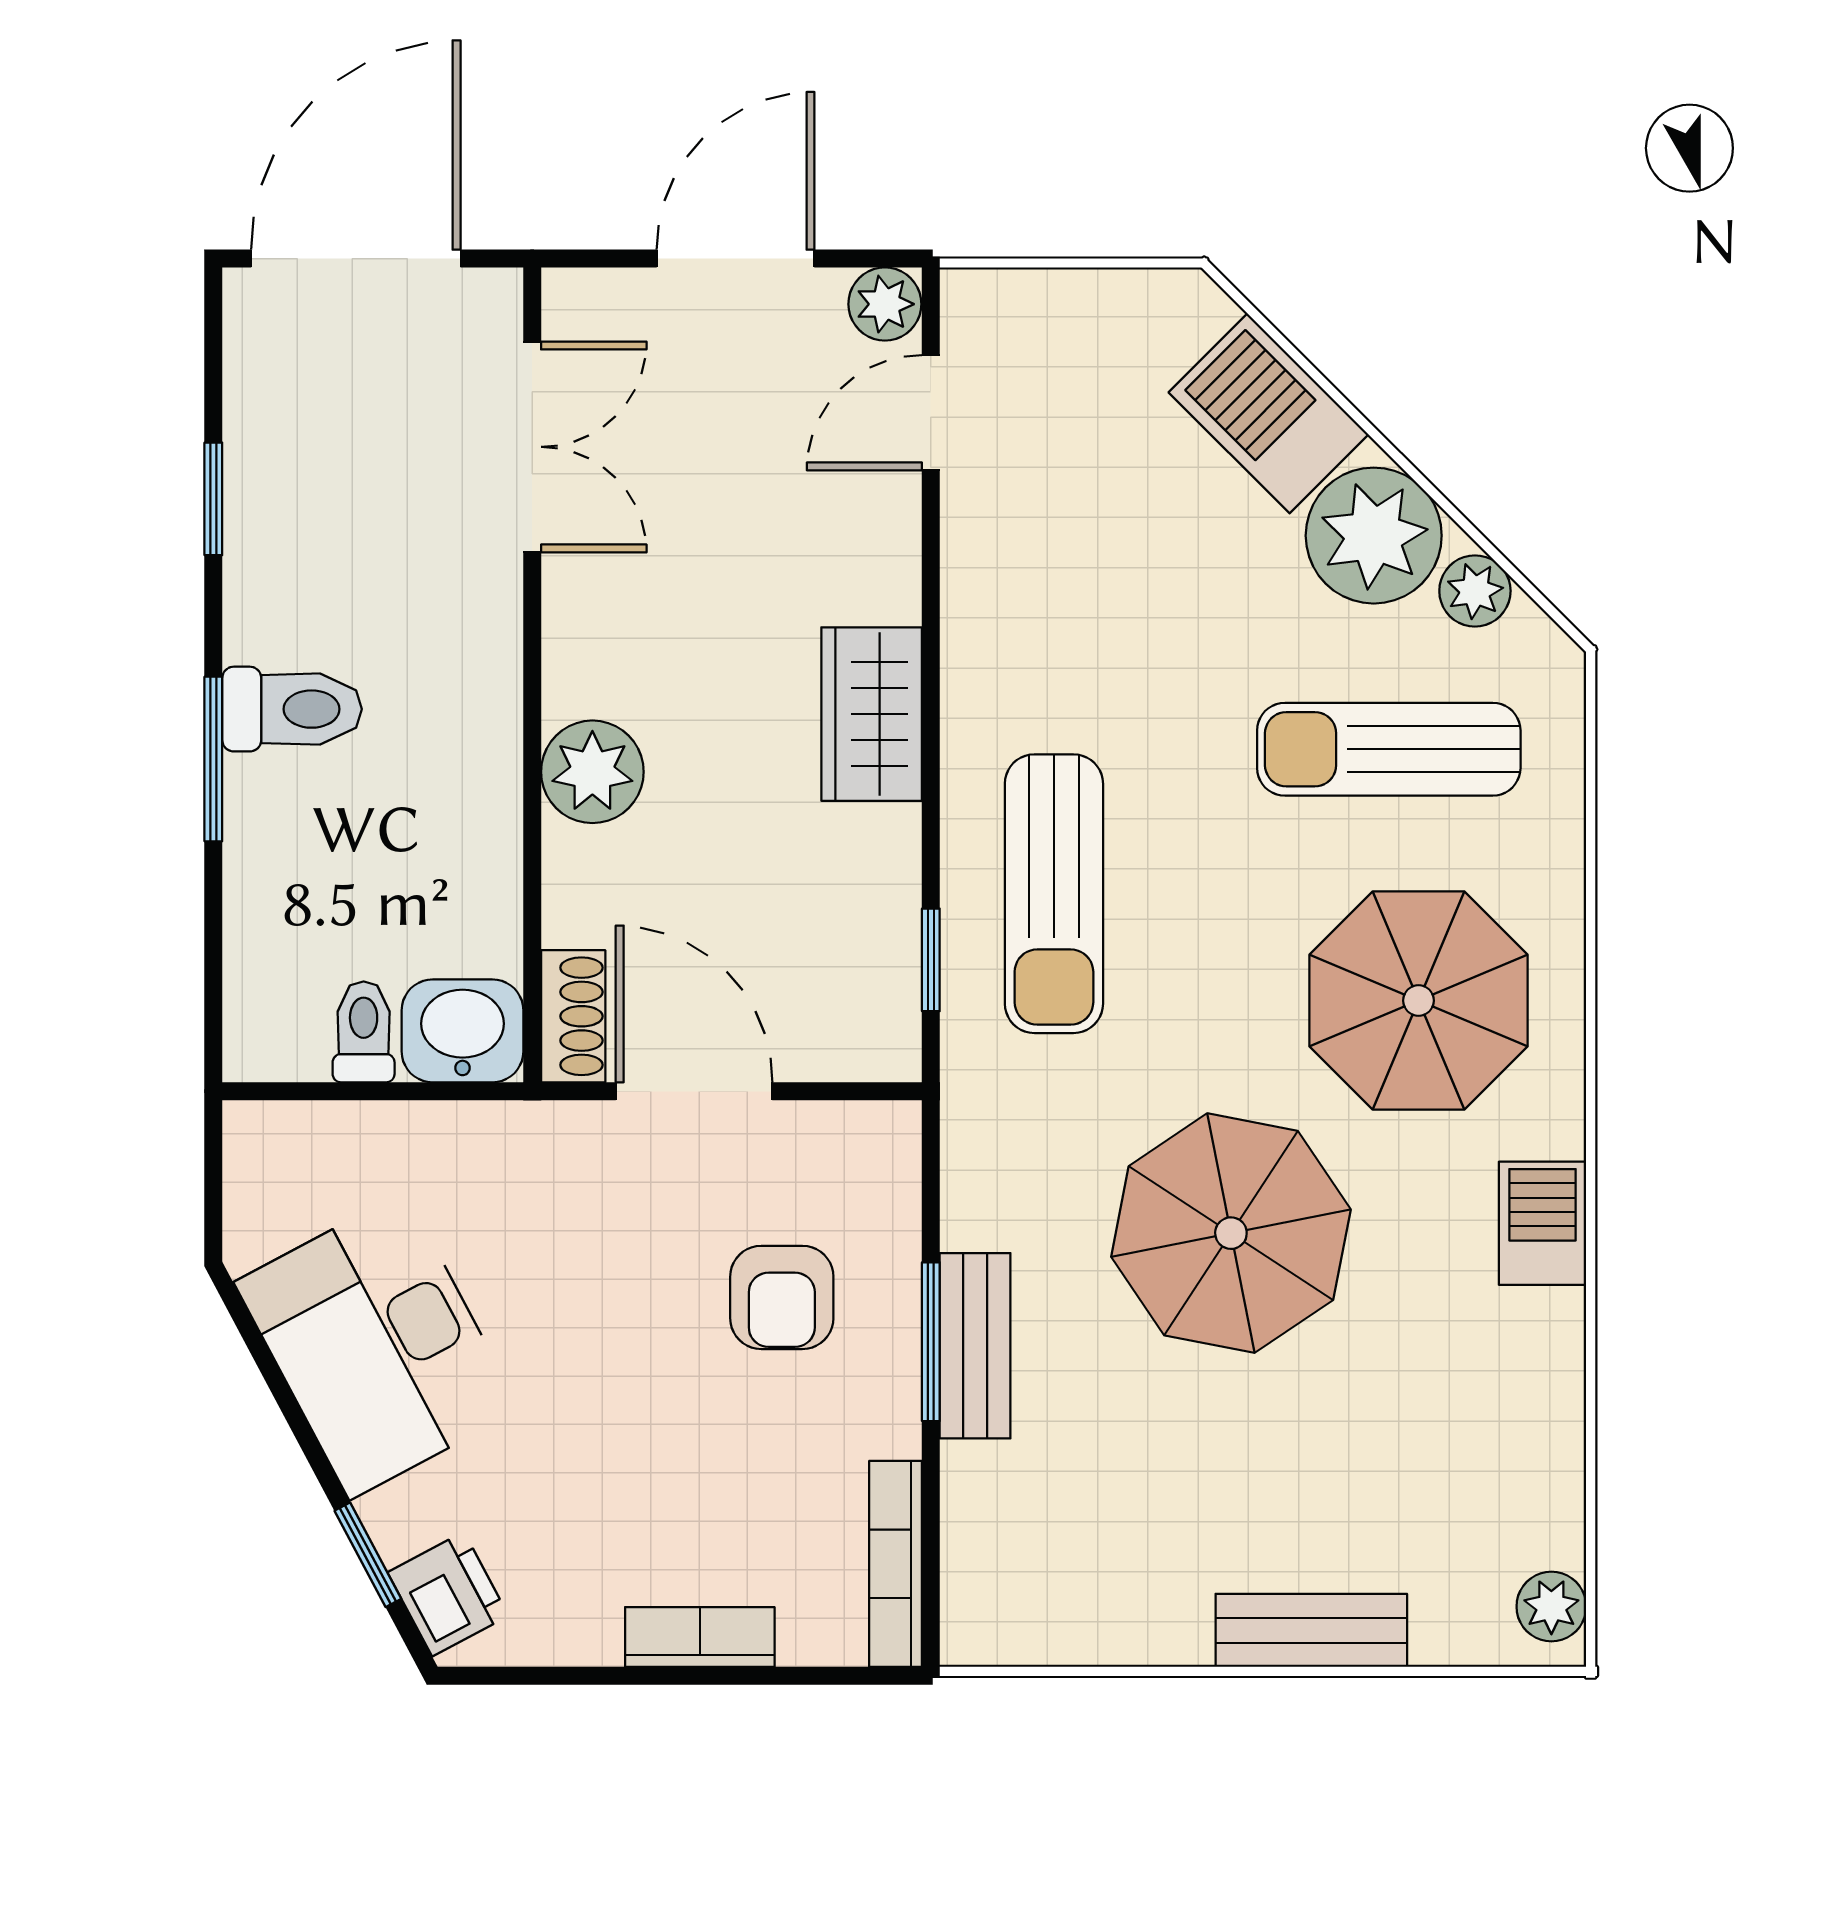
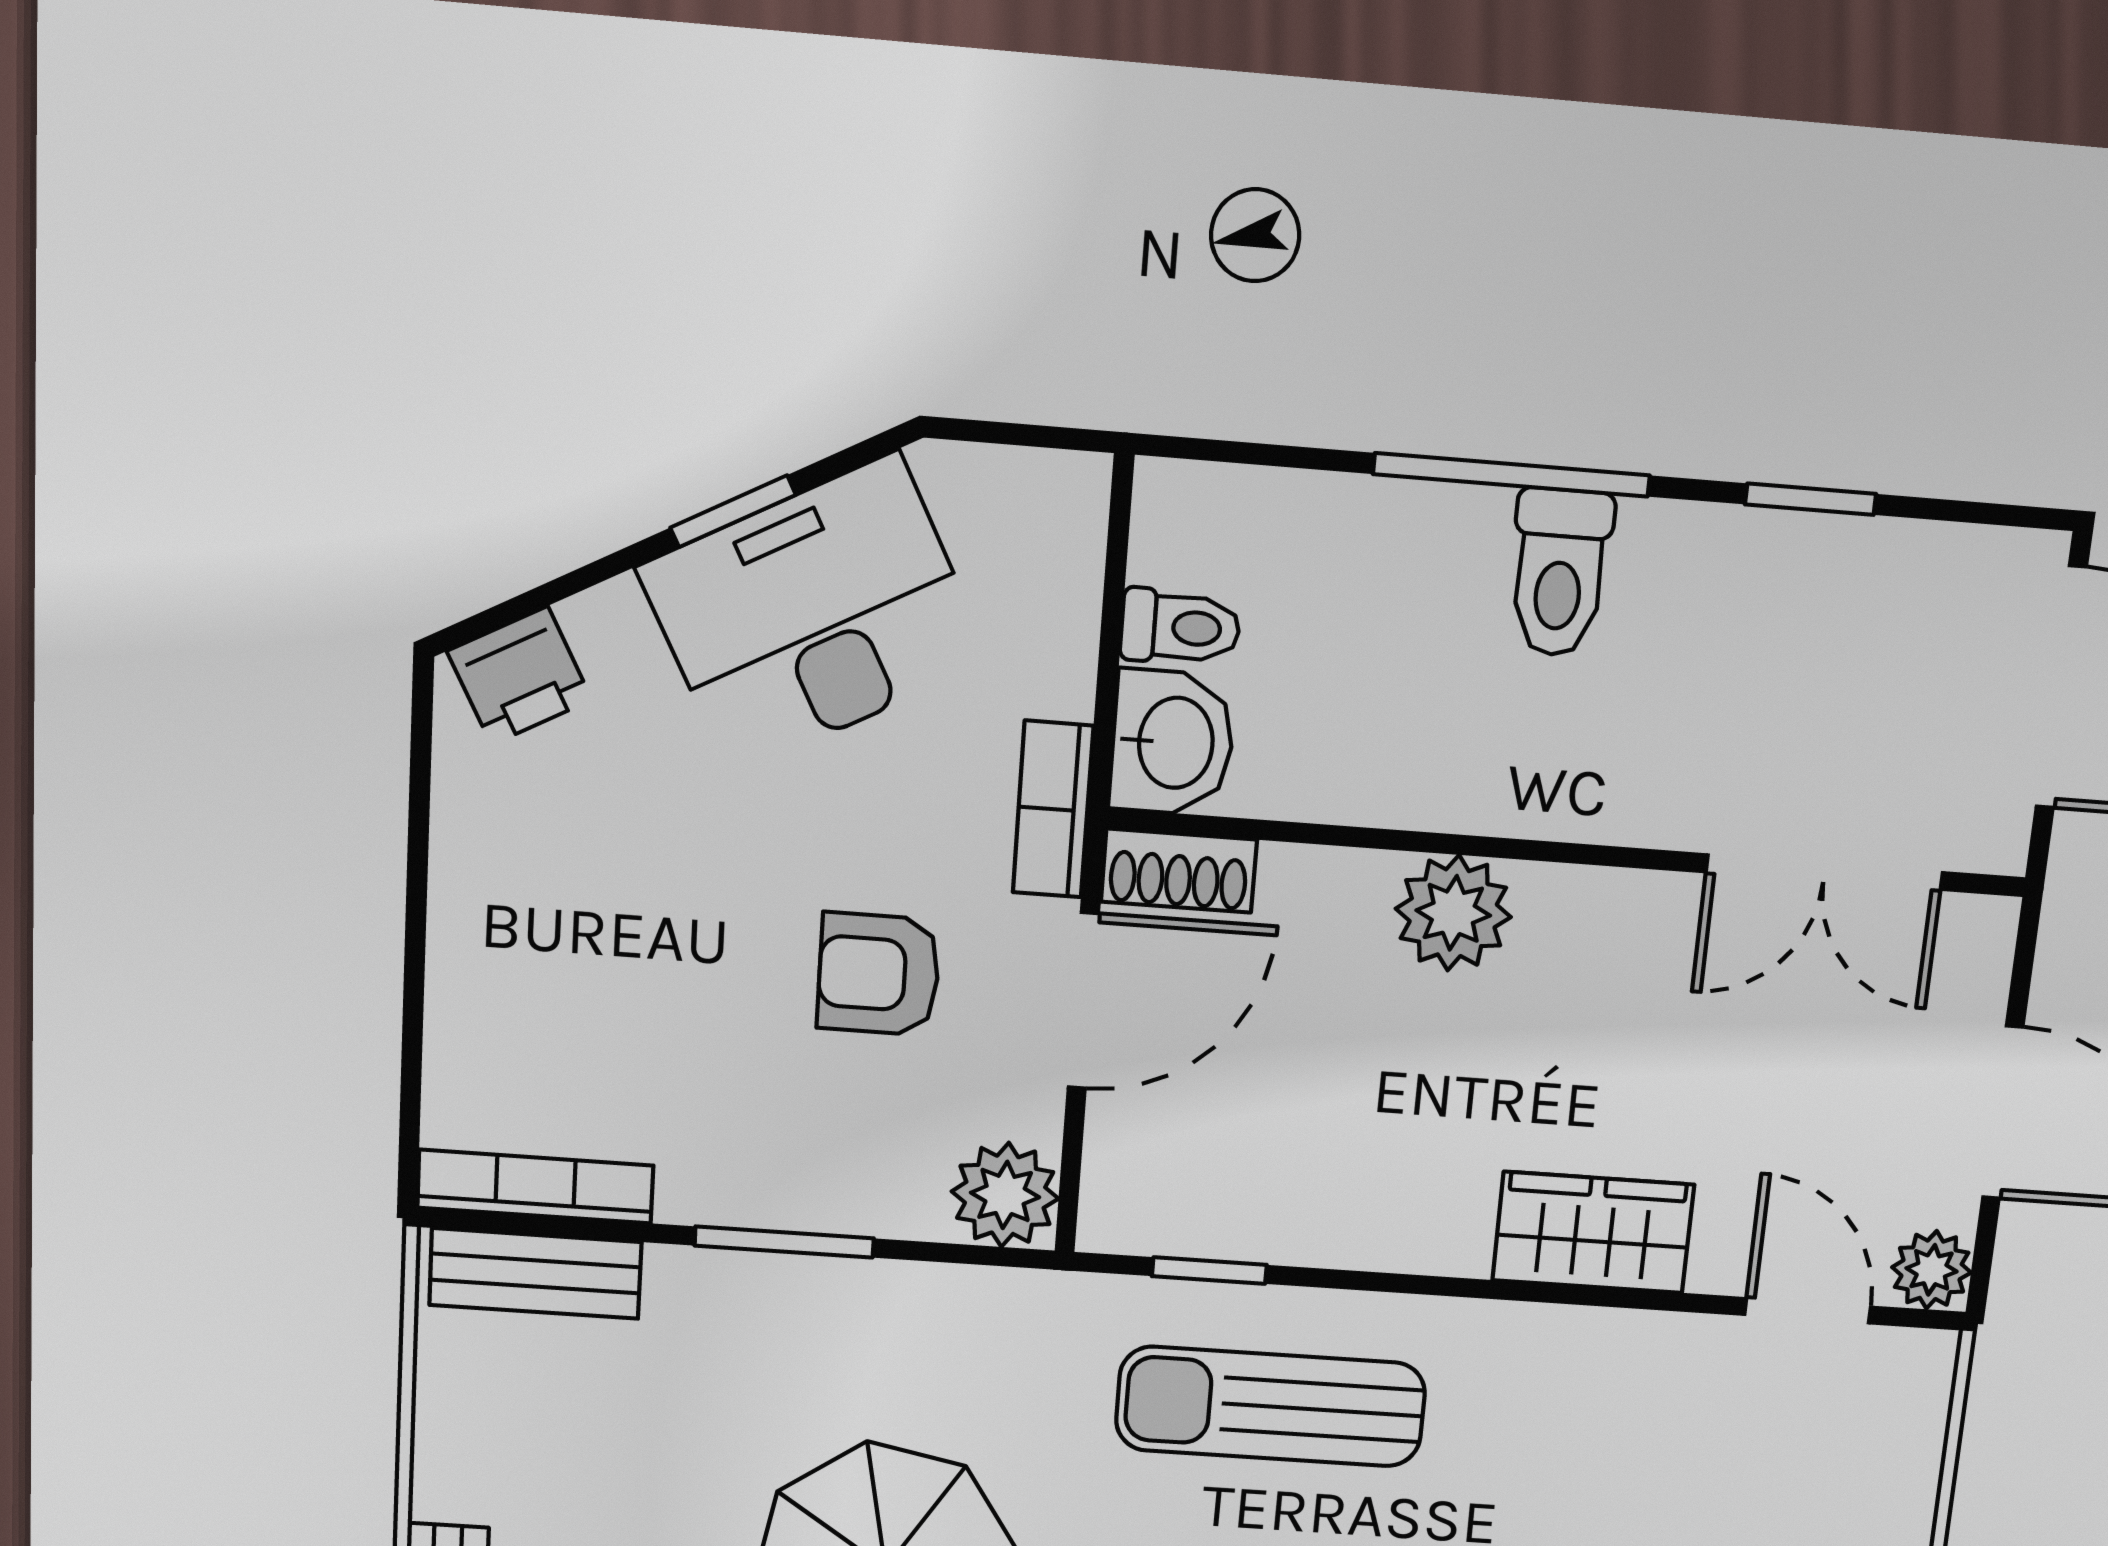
wardrobe: (872, 714) -> (1593, 1232), moved
window: (213, 759) -> (1512, 475), width x1.44
plant: (874, 1148) -> (1005, 1195), added
armchair: (782, 1297) -> (879, 974), moved
bench: (975, 1346) -> (535, 1274), moved
window: (368, 1555) -> (733, 511), moved
bookcase: (700, 1637) -> (1053, 809), moved, turned 180

